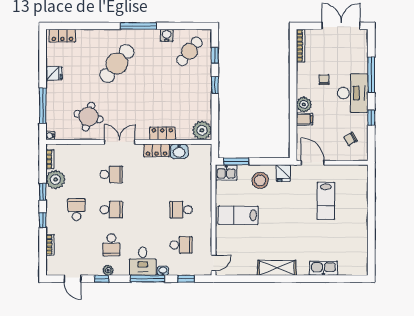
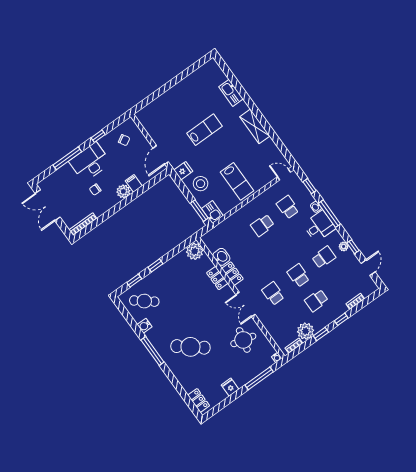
lab bench: (326, 201) -> (204, 130), moved
school desk: (181, 210) -> (262, 225), turned 90

